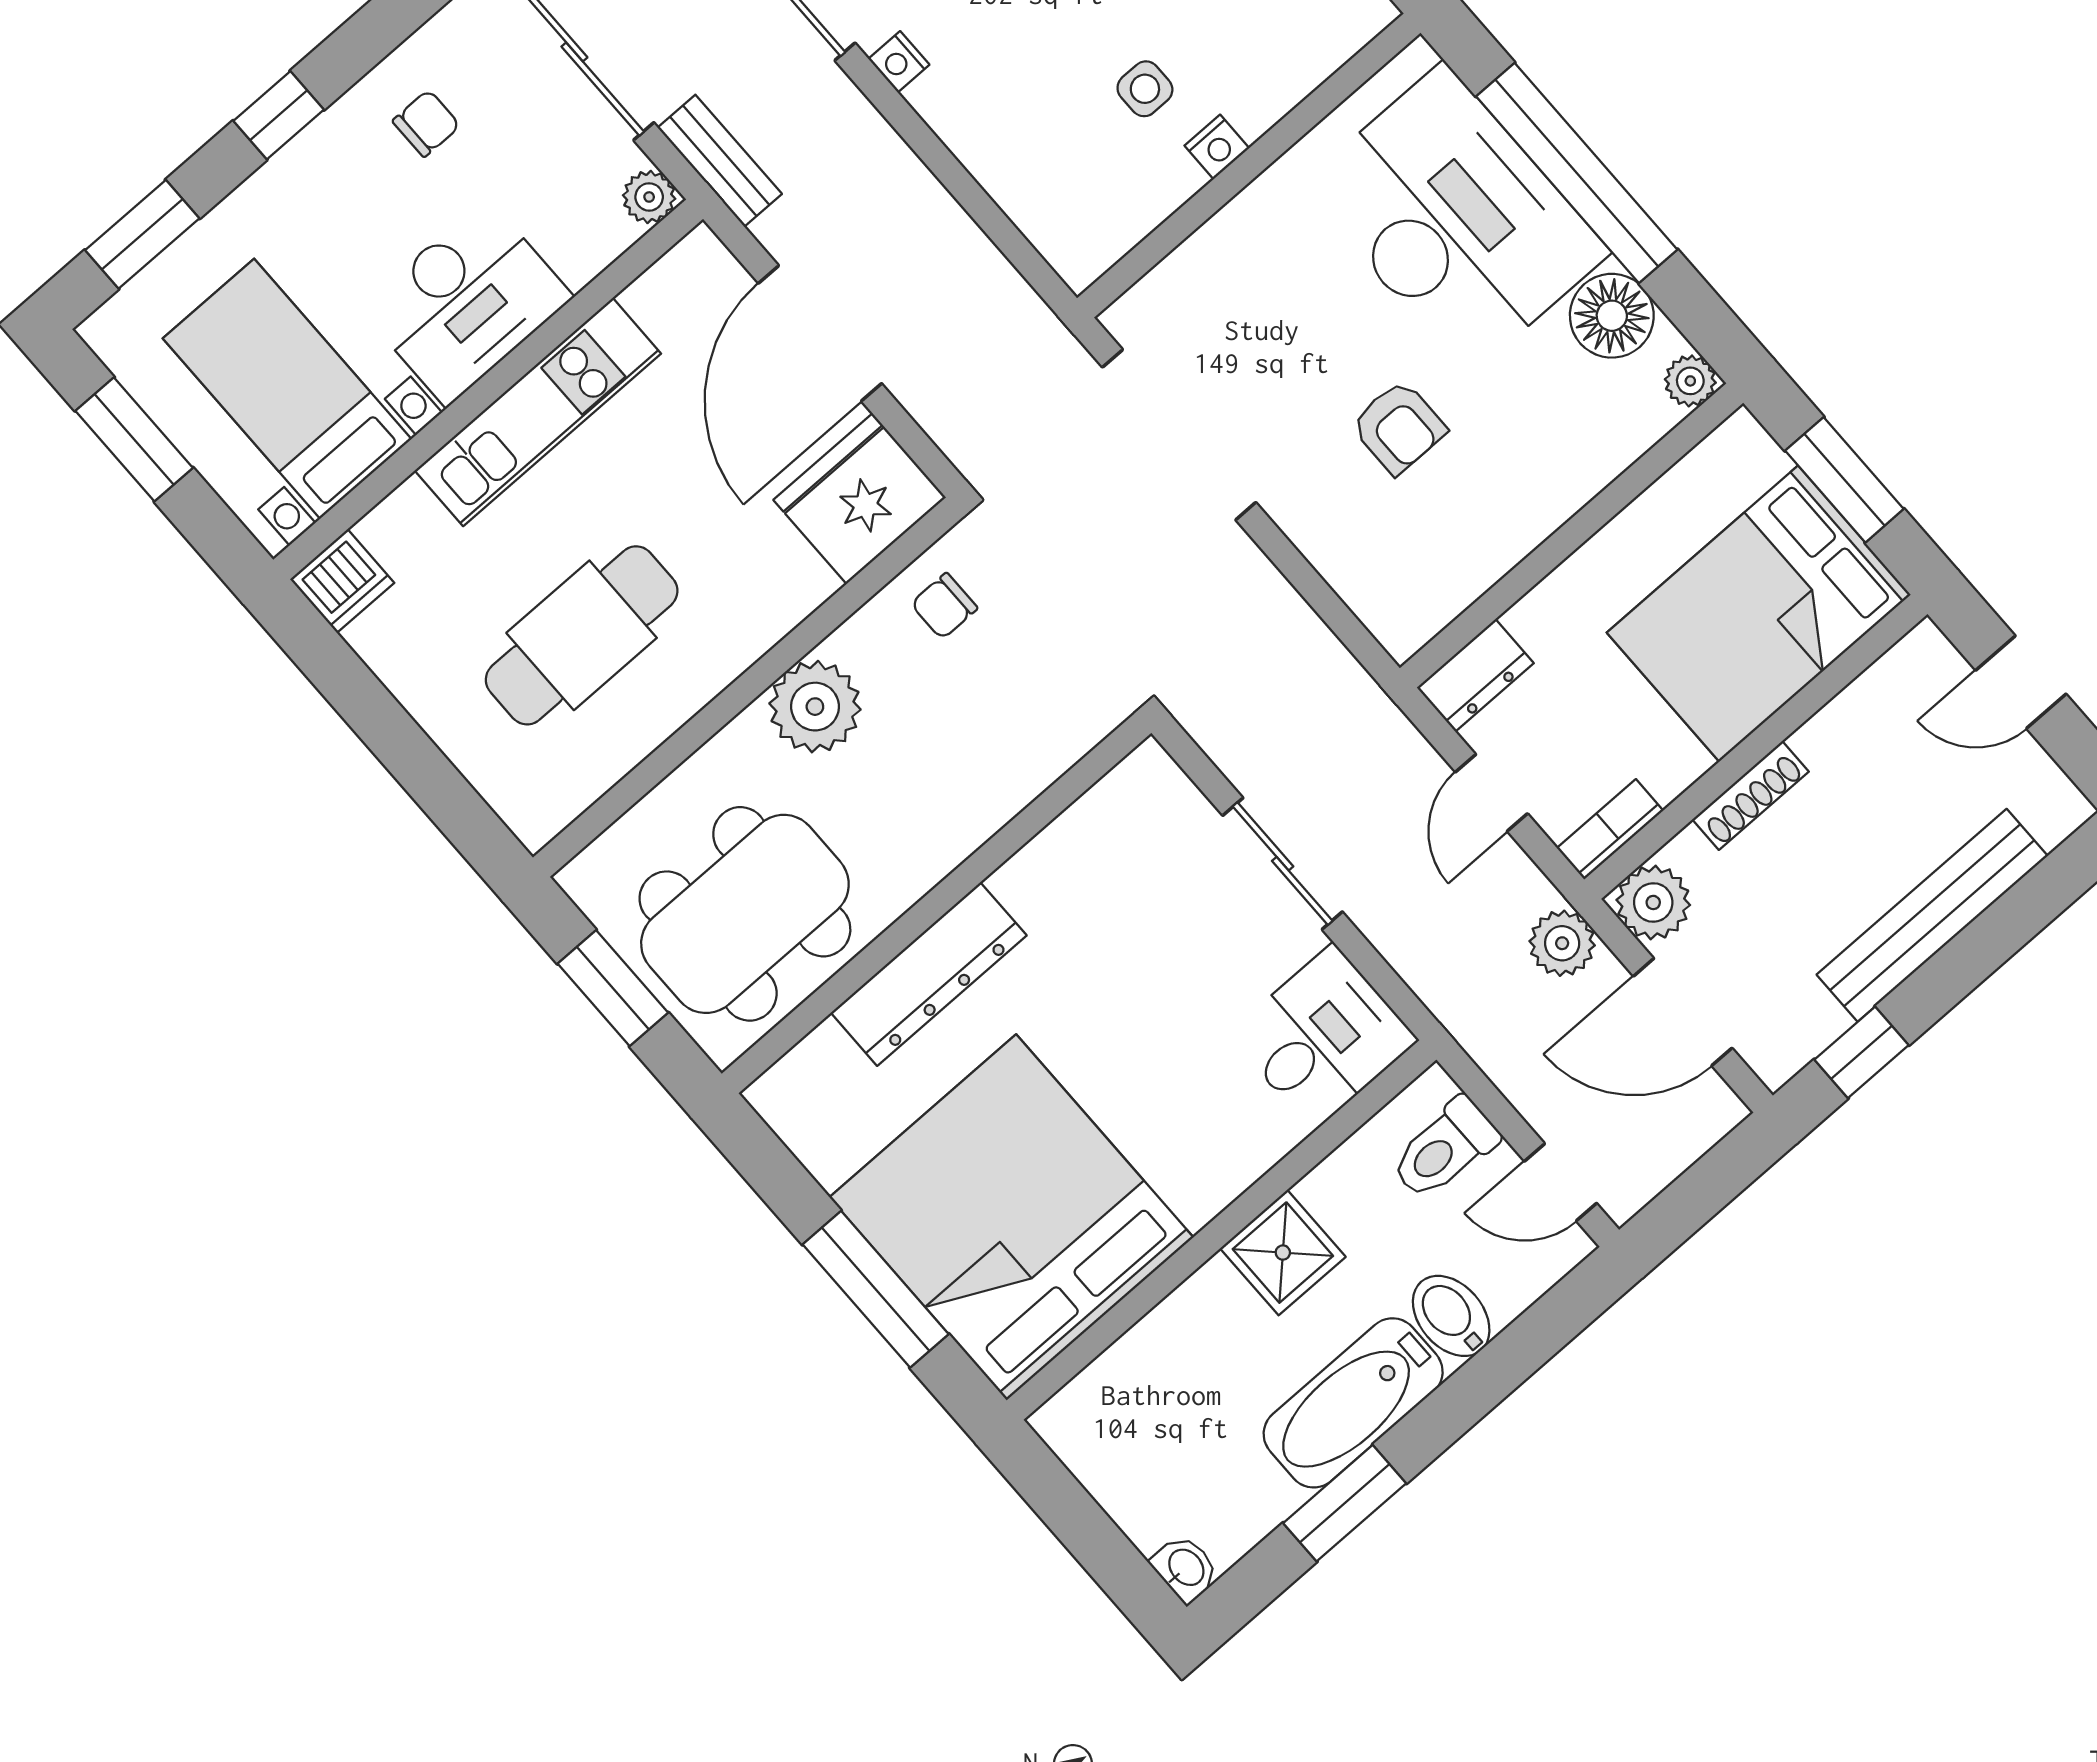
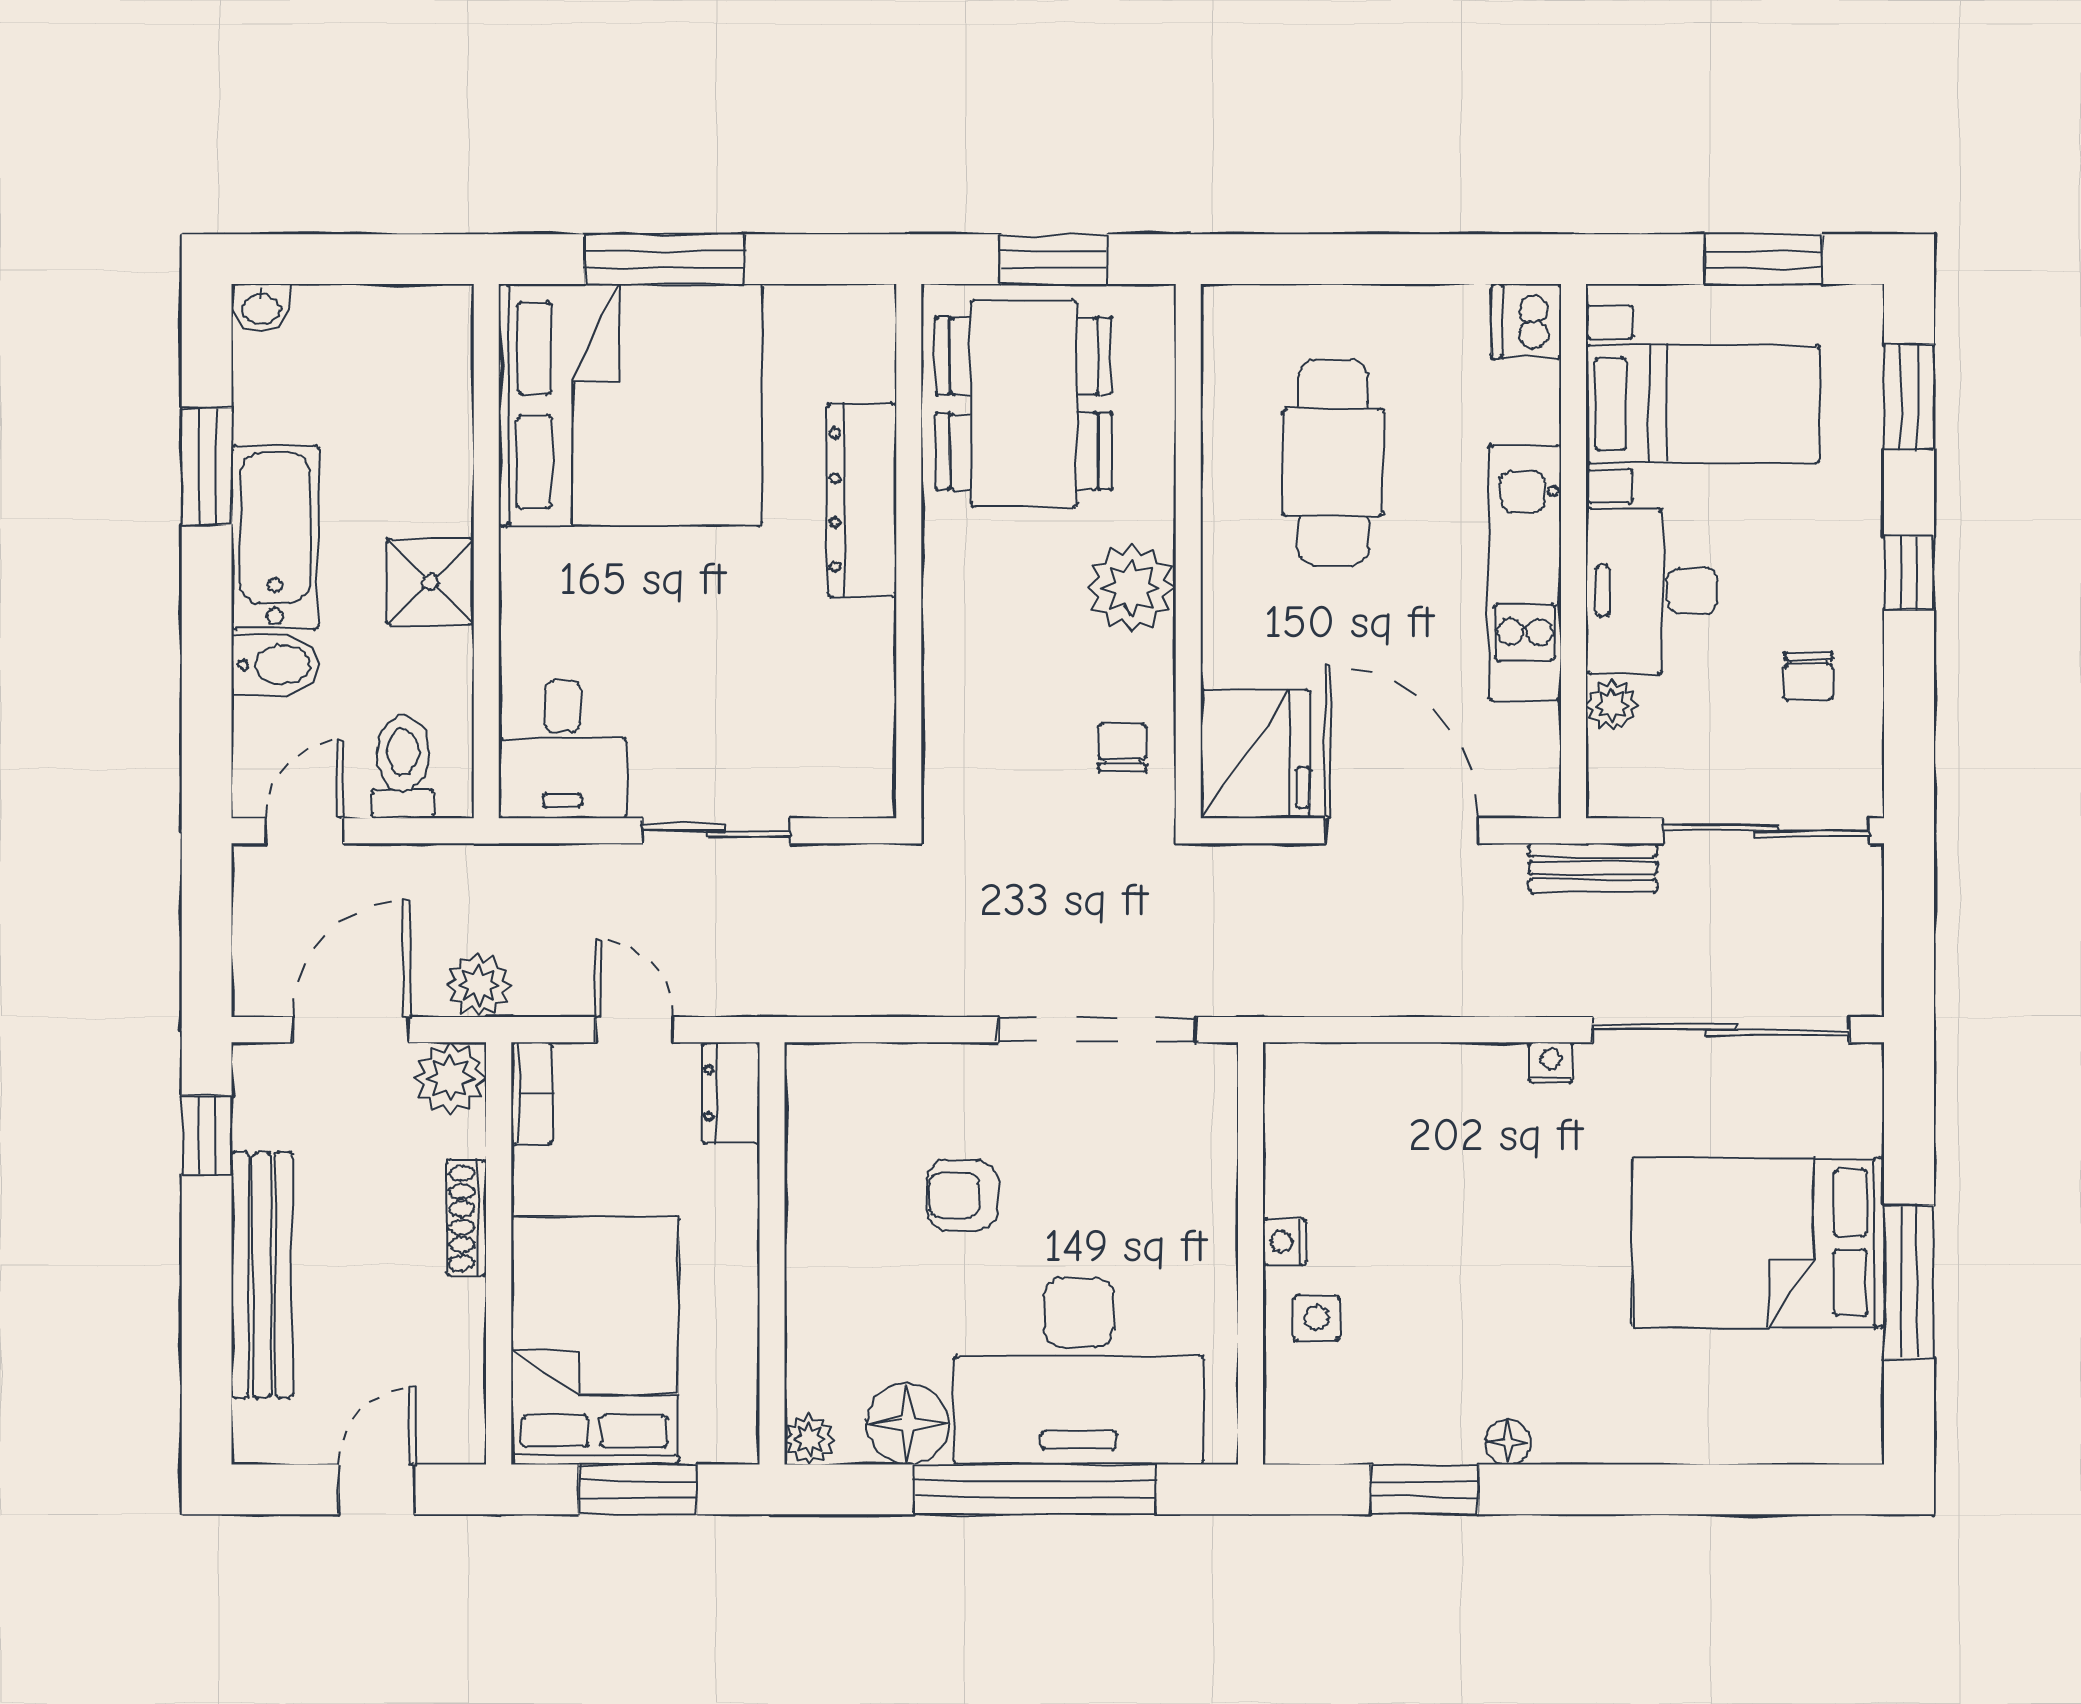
side table: (1145, 89) -> (1316, 1318), moved
plant: (649, 197) -> (1612, 705), moved

